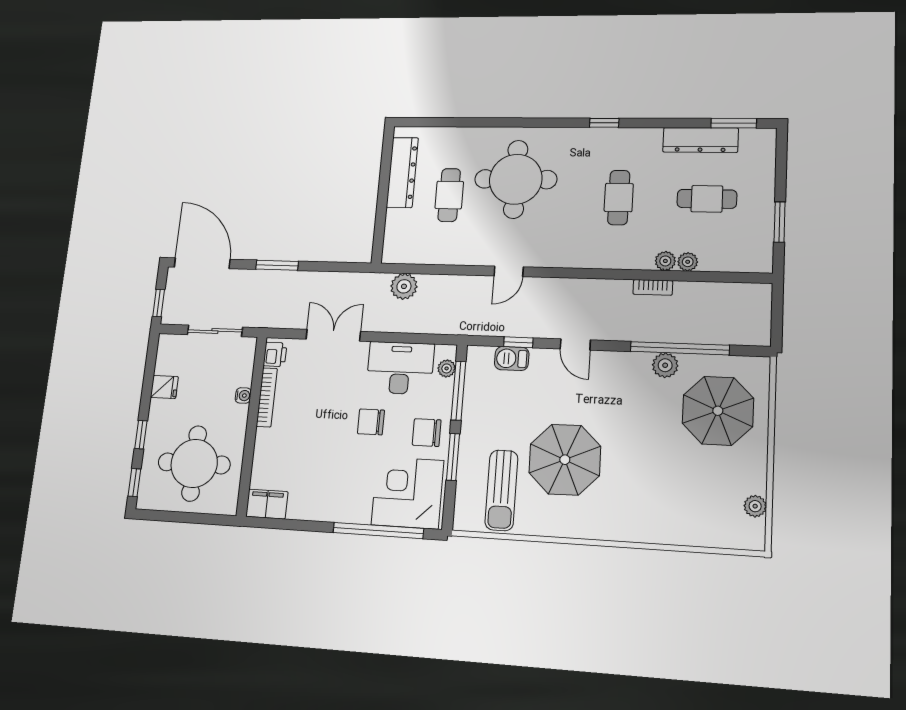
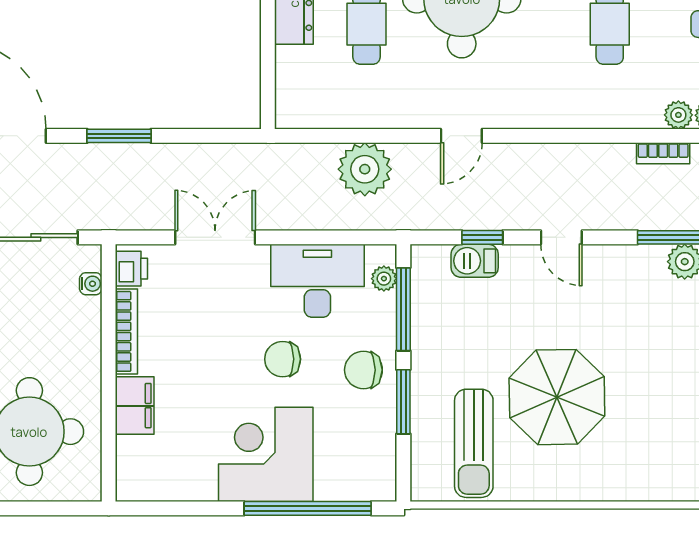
plant: (404, 286) -> (365, 169), moved, width x1.36, depth x1.36
water cooler: (243, 396) -> (91, 284), moved
corner desk: (408, 493) -> (266, 454), moved
filing cabinet: (267, 504) -> (135, 406), moved, turned 90

